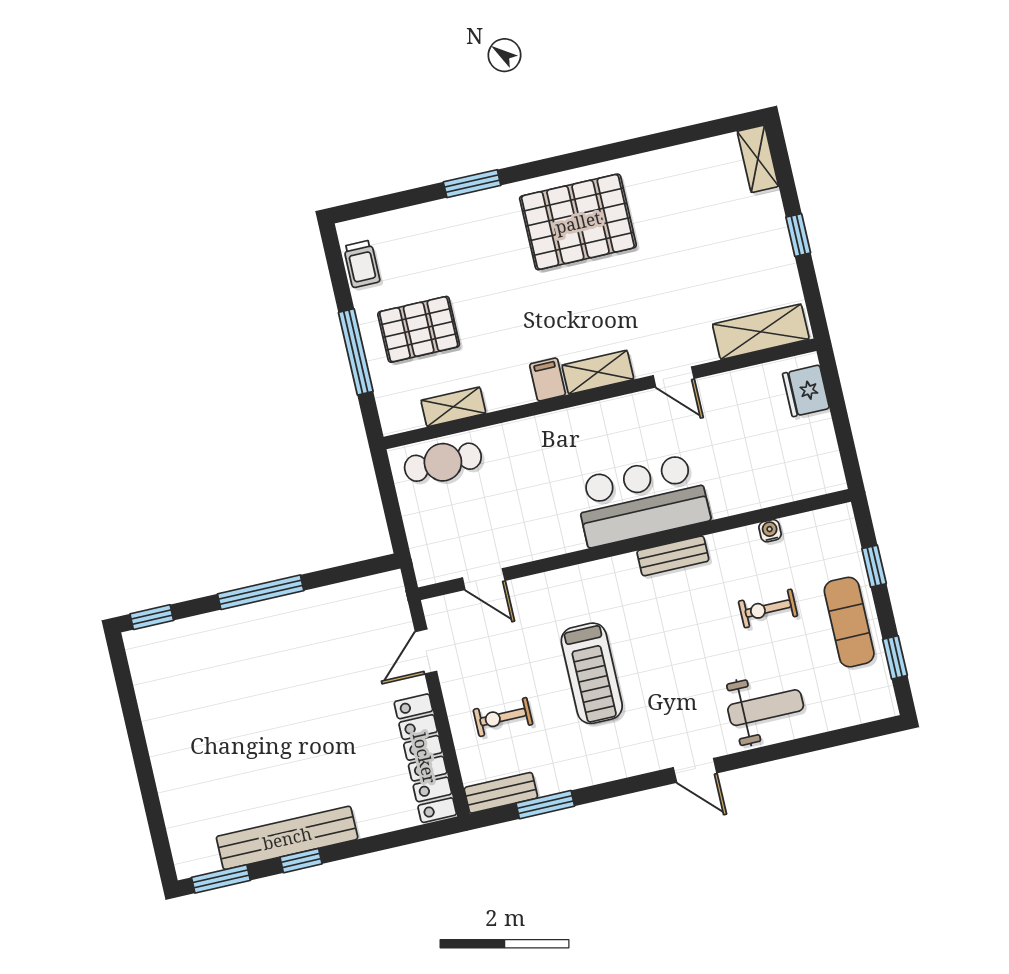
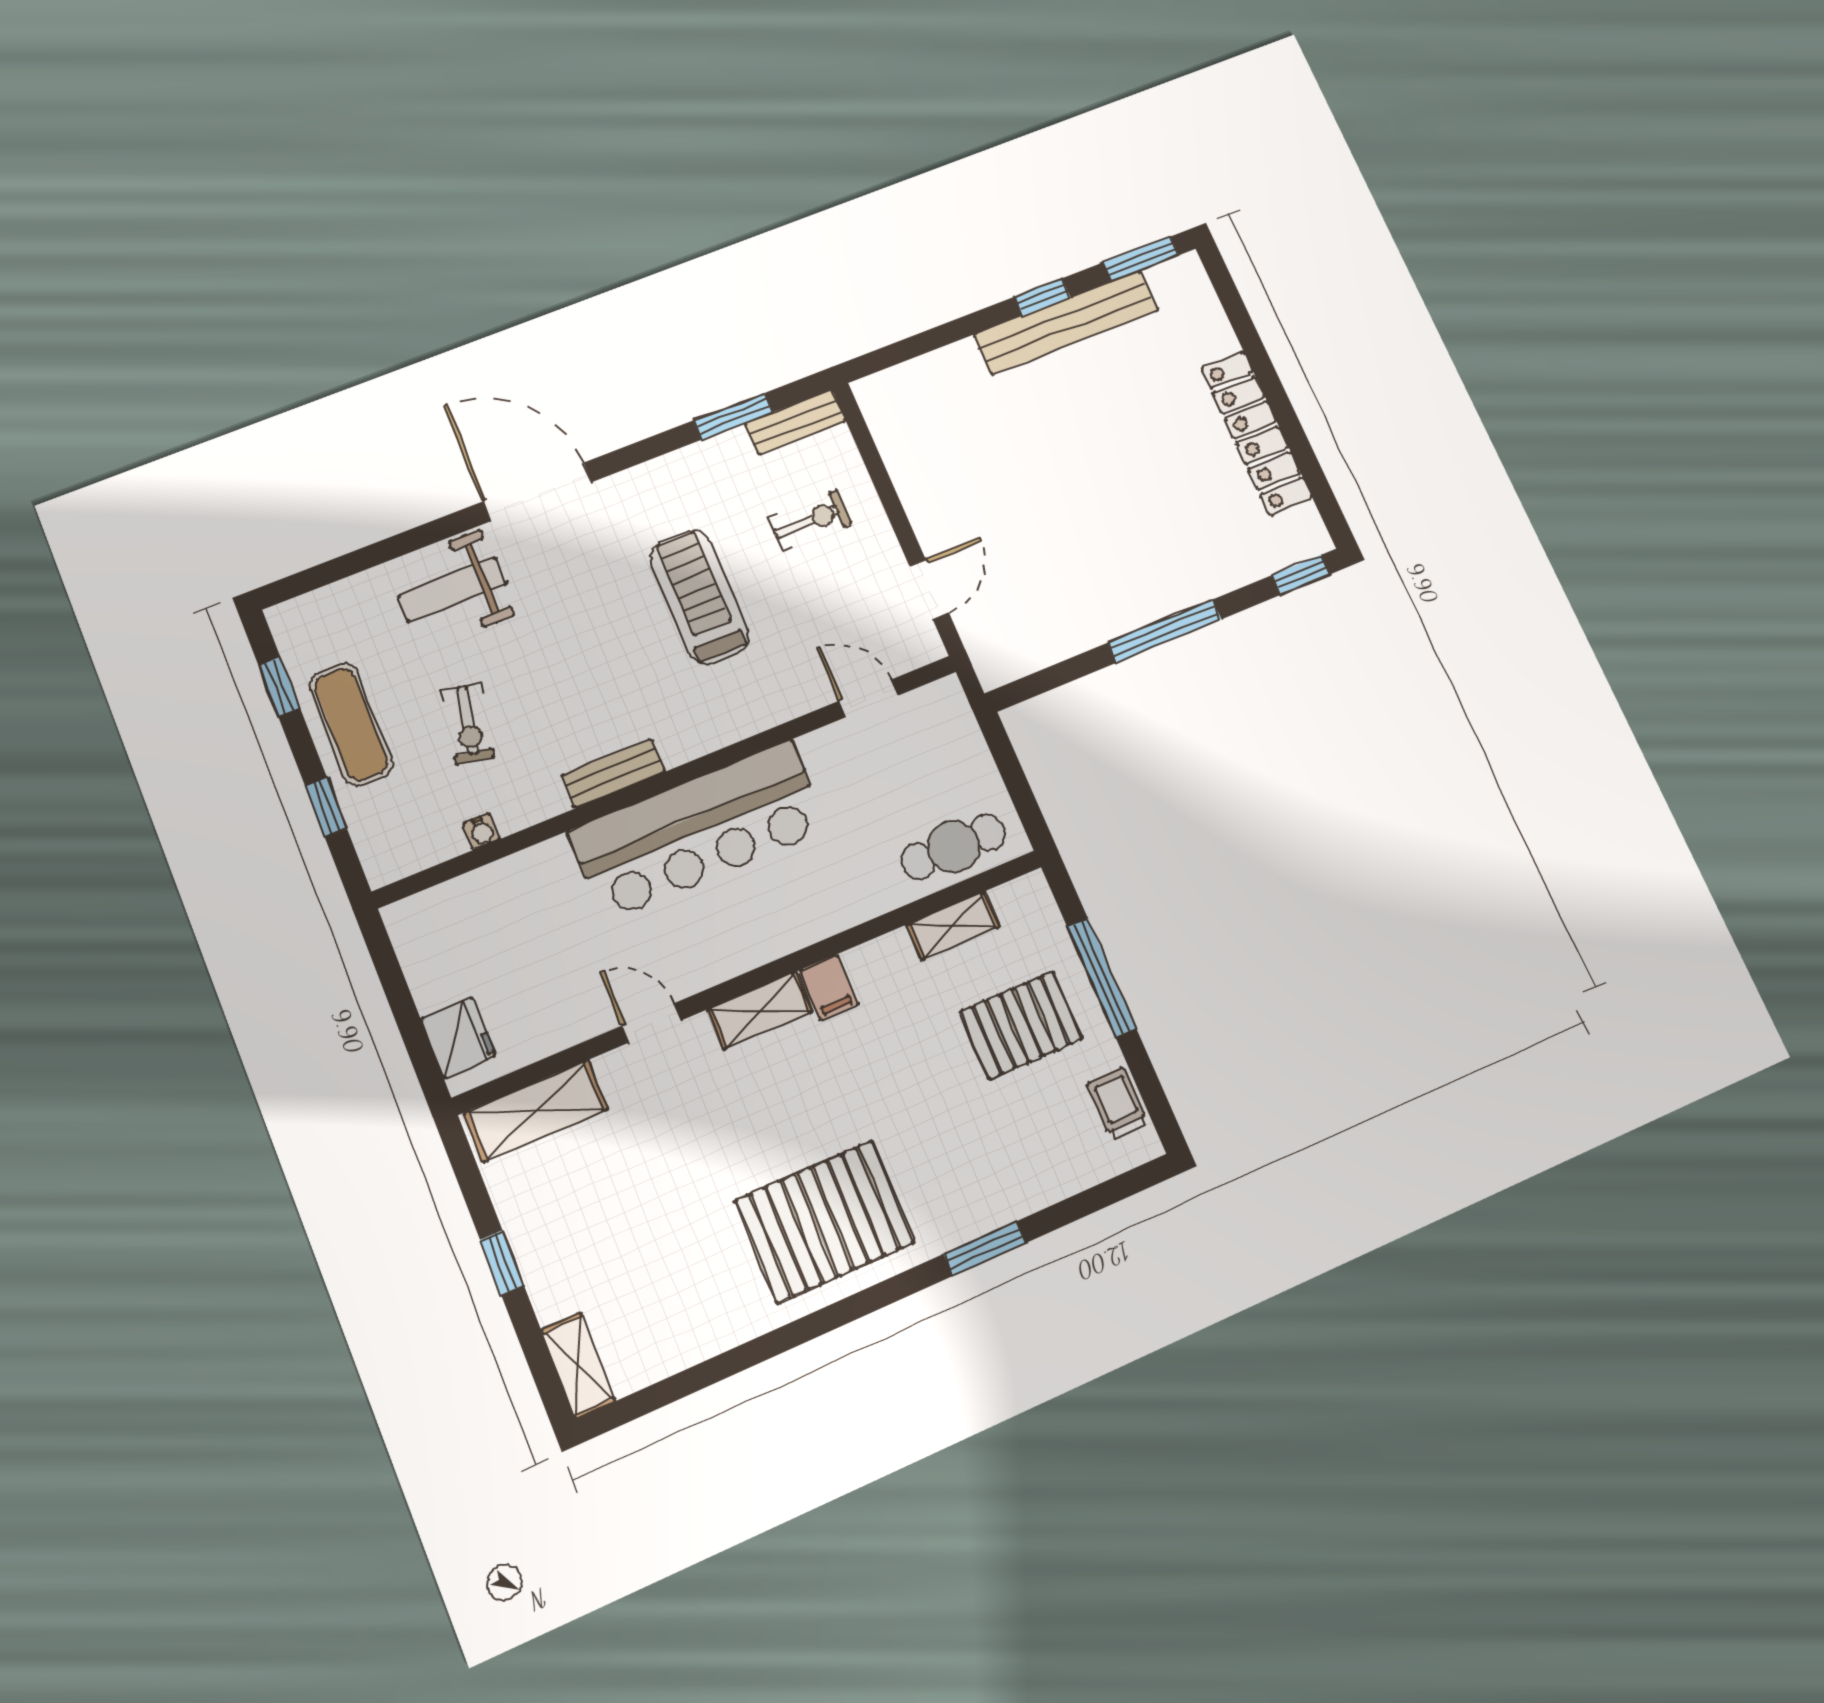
bar counter: (642, 500) -> (699, 830), width x1.36
exercise bike: (768, 609) -> (468, 724), turned 101
locker: (425, 758) -> (1256, 433), moved, turned 180
door: (695, 770) -> (537, 492), width x1.87

